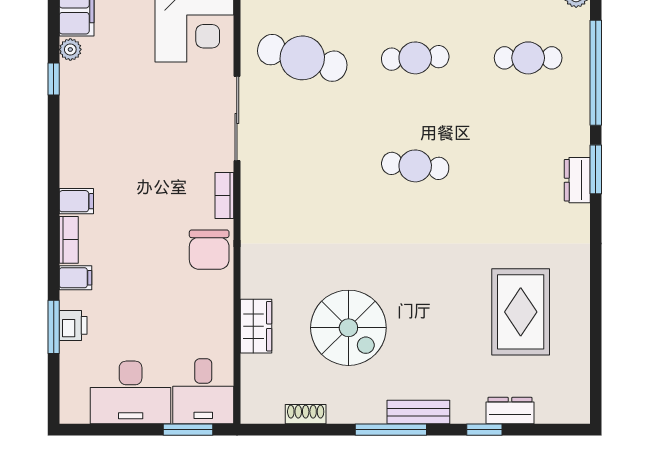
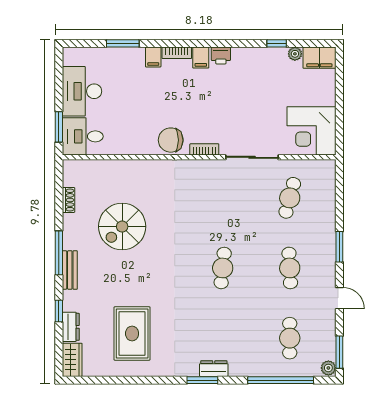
cafe table: (302, 58) -> (290, 198), width x0.73, depth x0.74
window: (596, 169) -> (202, 380), moved
rug: (521, 312) -> (132, 333), turned 90
printer: (73, 325) -> (221, 56), moved
wardrobe: (256, 326) -> (72, 360), moved, turned -90

